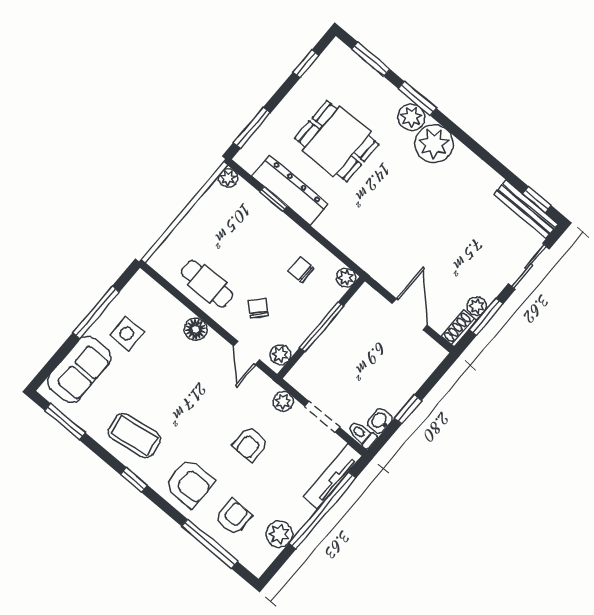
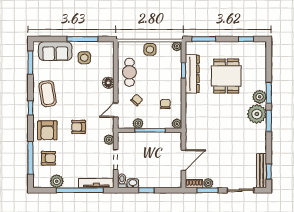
window: (371, 59) -> (269, 121), moved
side table: (199, 223) -> (150, 49), added
plant: (280, 355) -> (138, 123), moved
armchair: (250, 444) -> (79, 127), moved

